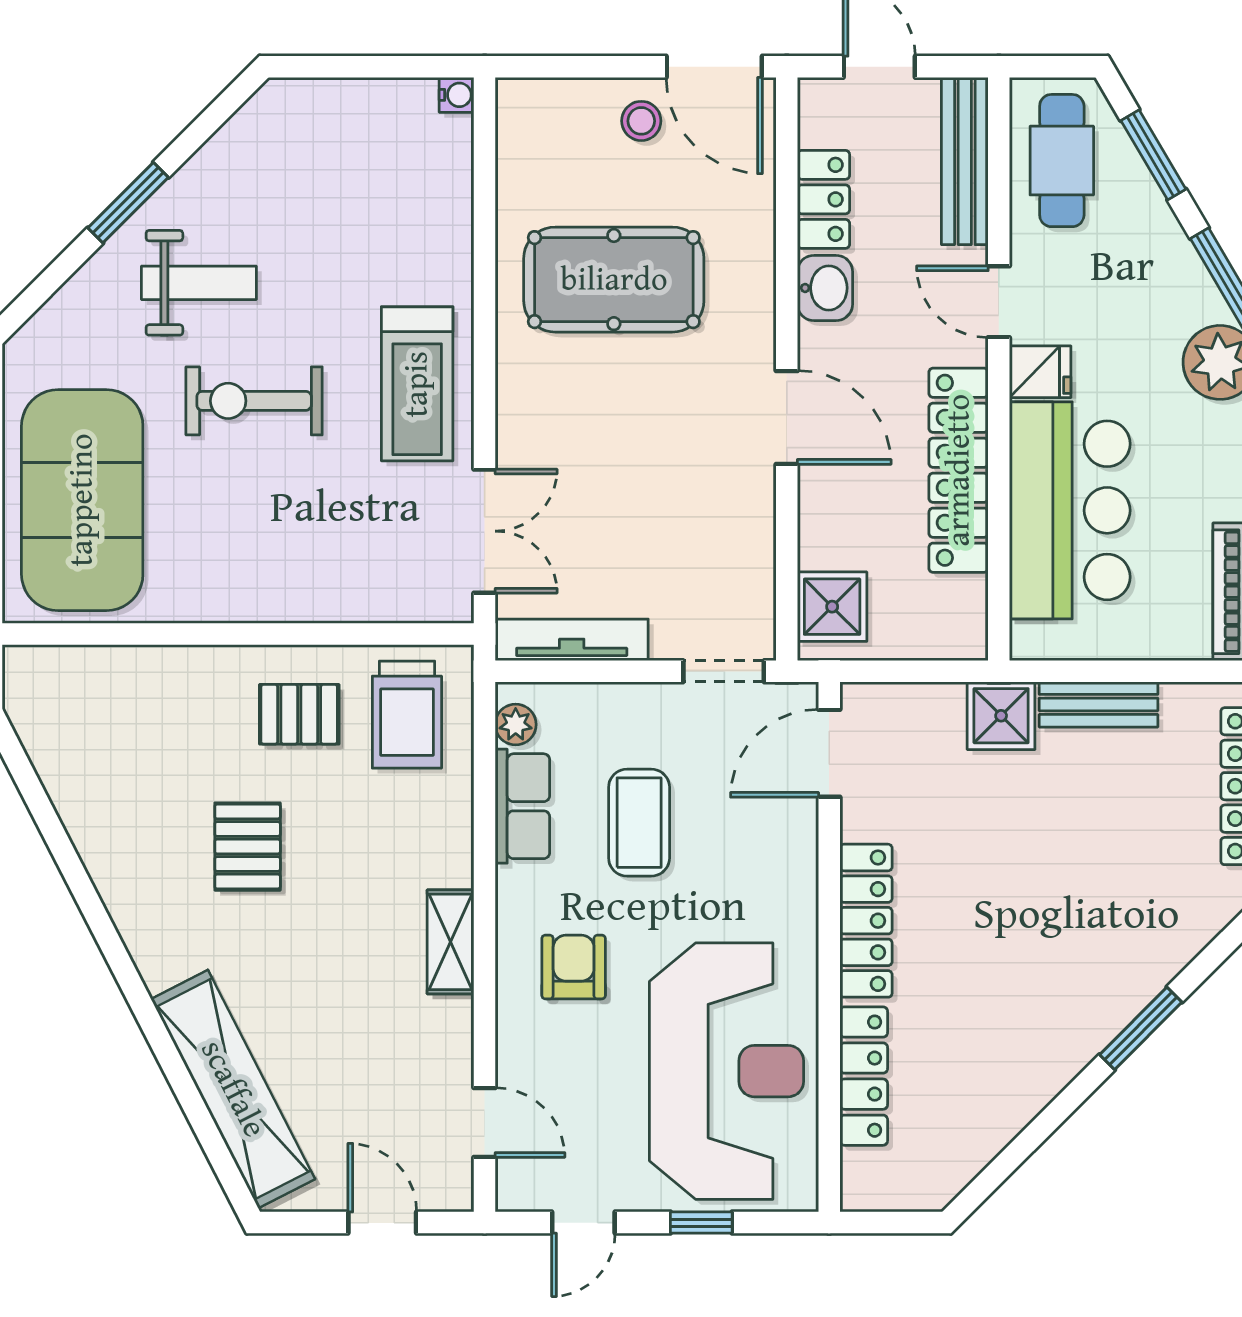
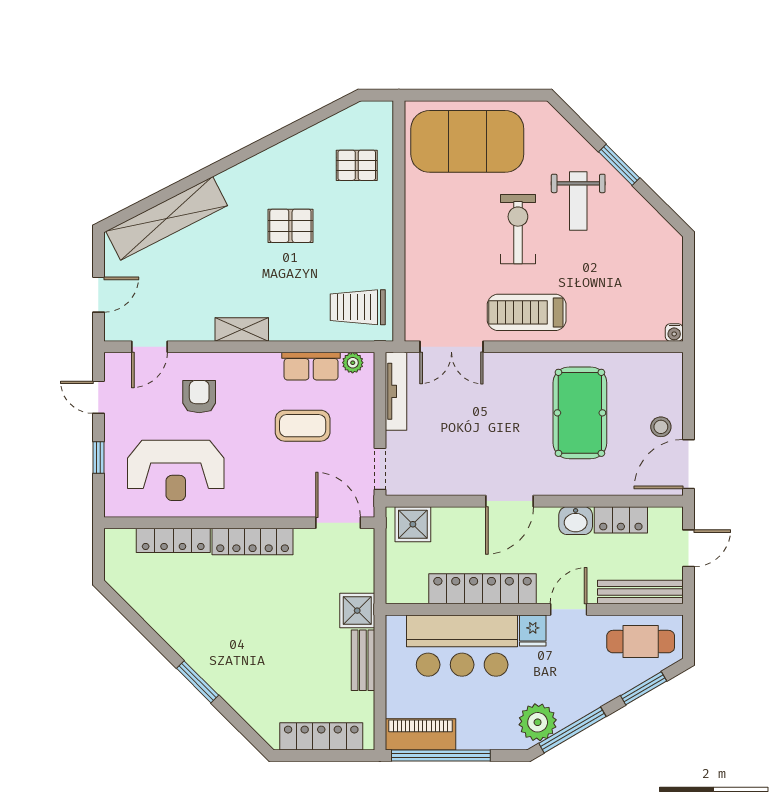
pallet: (299, 714) -> (357, 165), moved, turned 90
armchair: (574, 967) -> (199, 397), moved, turned -90
reception desk: (727, 1071) -> (176, 470), width x0.74, depth x0.77

